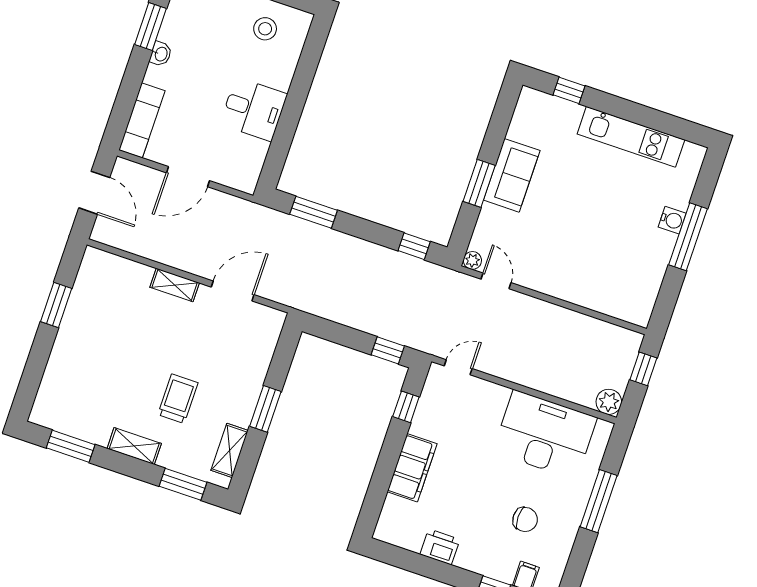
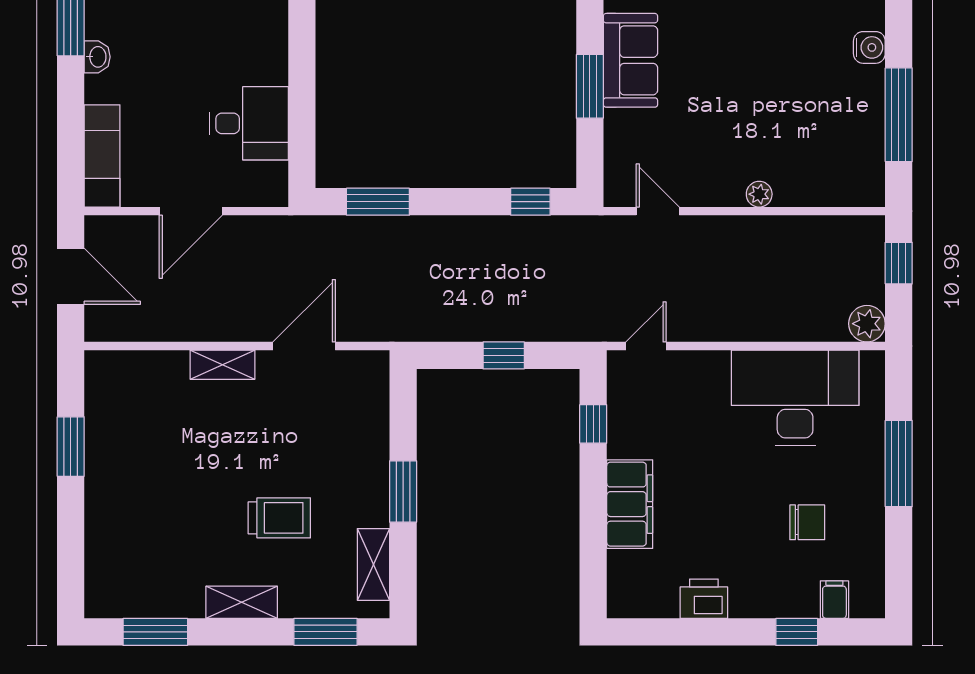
desk: (254, 109) -> (249, 123), moved
window: (688, 237) -> (899, 115), moved
plant: (472, 260) -> (759, 194), moved
window: (388, 350) -> (504, 355), moved
trolley: (178, 399) -> (279, 518), turned 90

